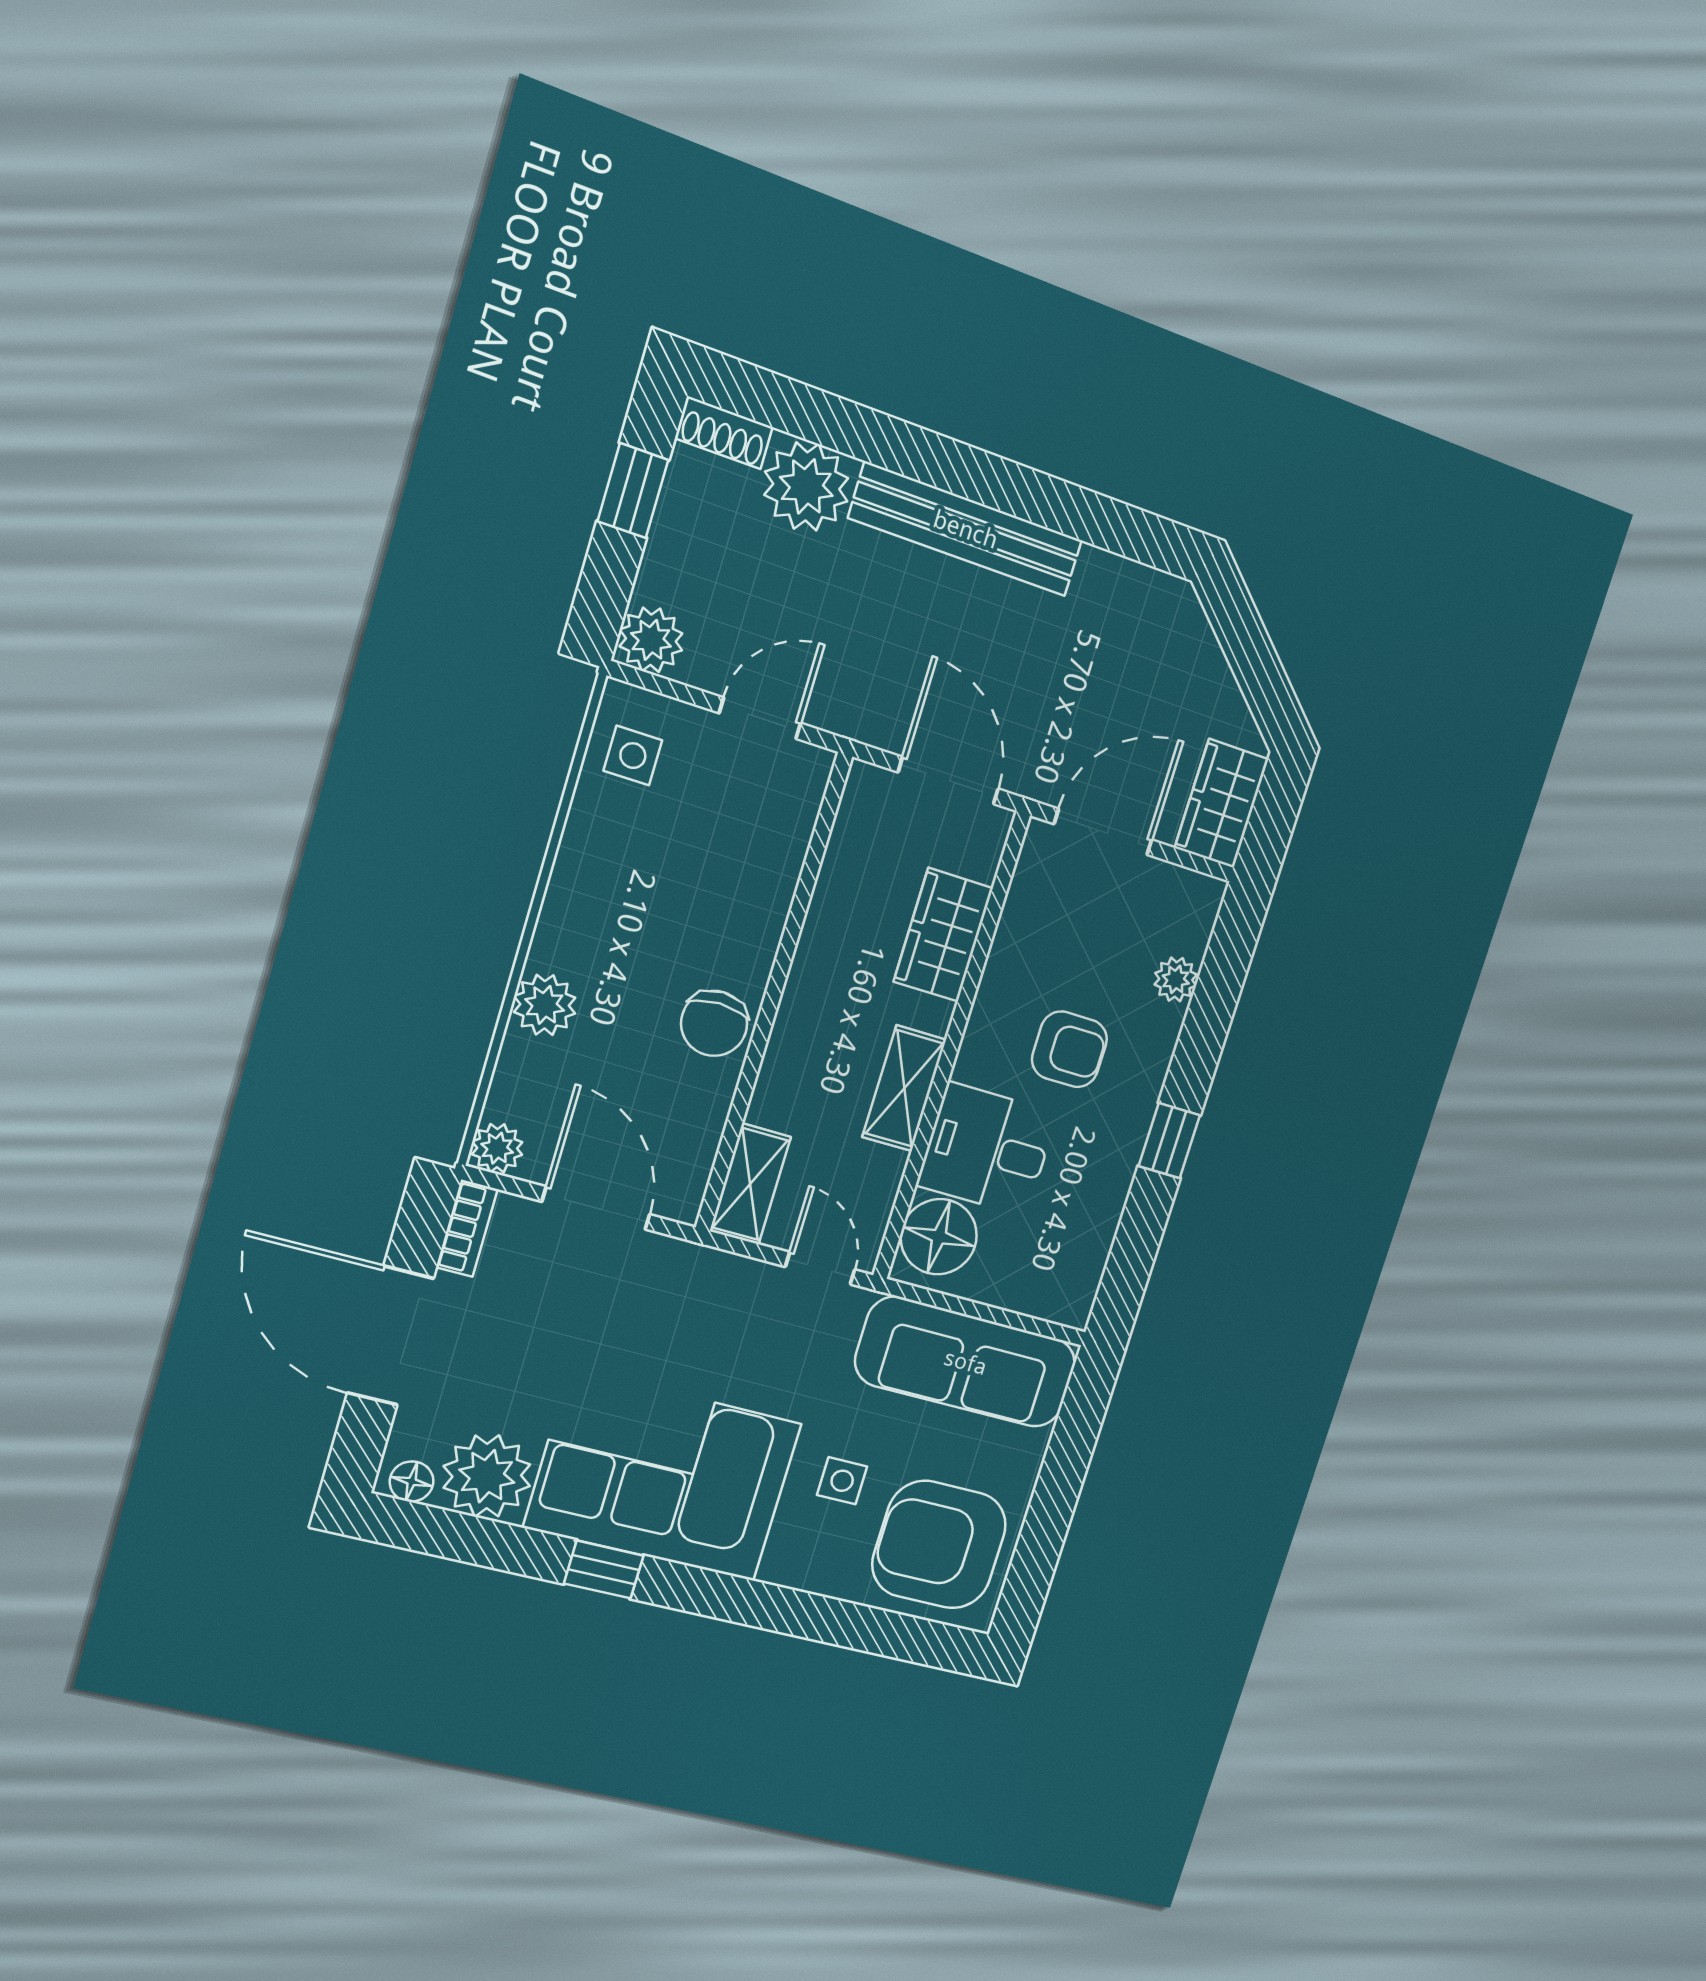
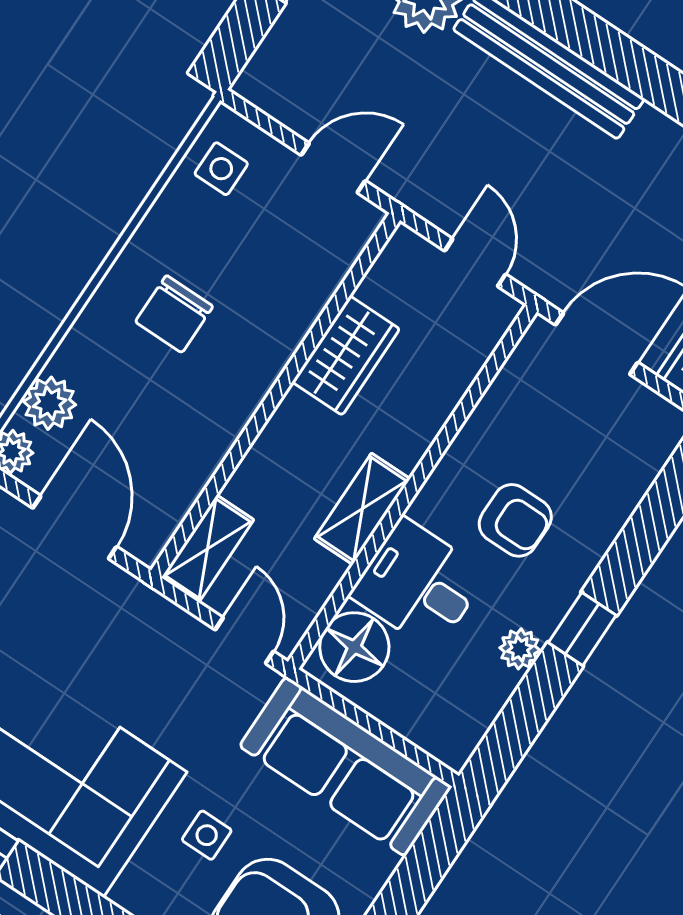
plant: (651, 640) -> (264, 82), removed
door: (948, 781) -> (475, 263), width x0.73
wardrobe: (943, 935) -> (346, 355), moved, turned 180
plant: (1176, 979) -> (520, 649), moved
plant: (545, 1005) -> (50, 403), moved
chair: (714, 1023) -> (174, 314), moved

